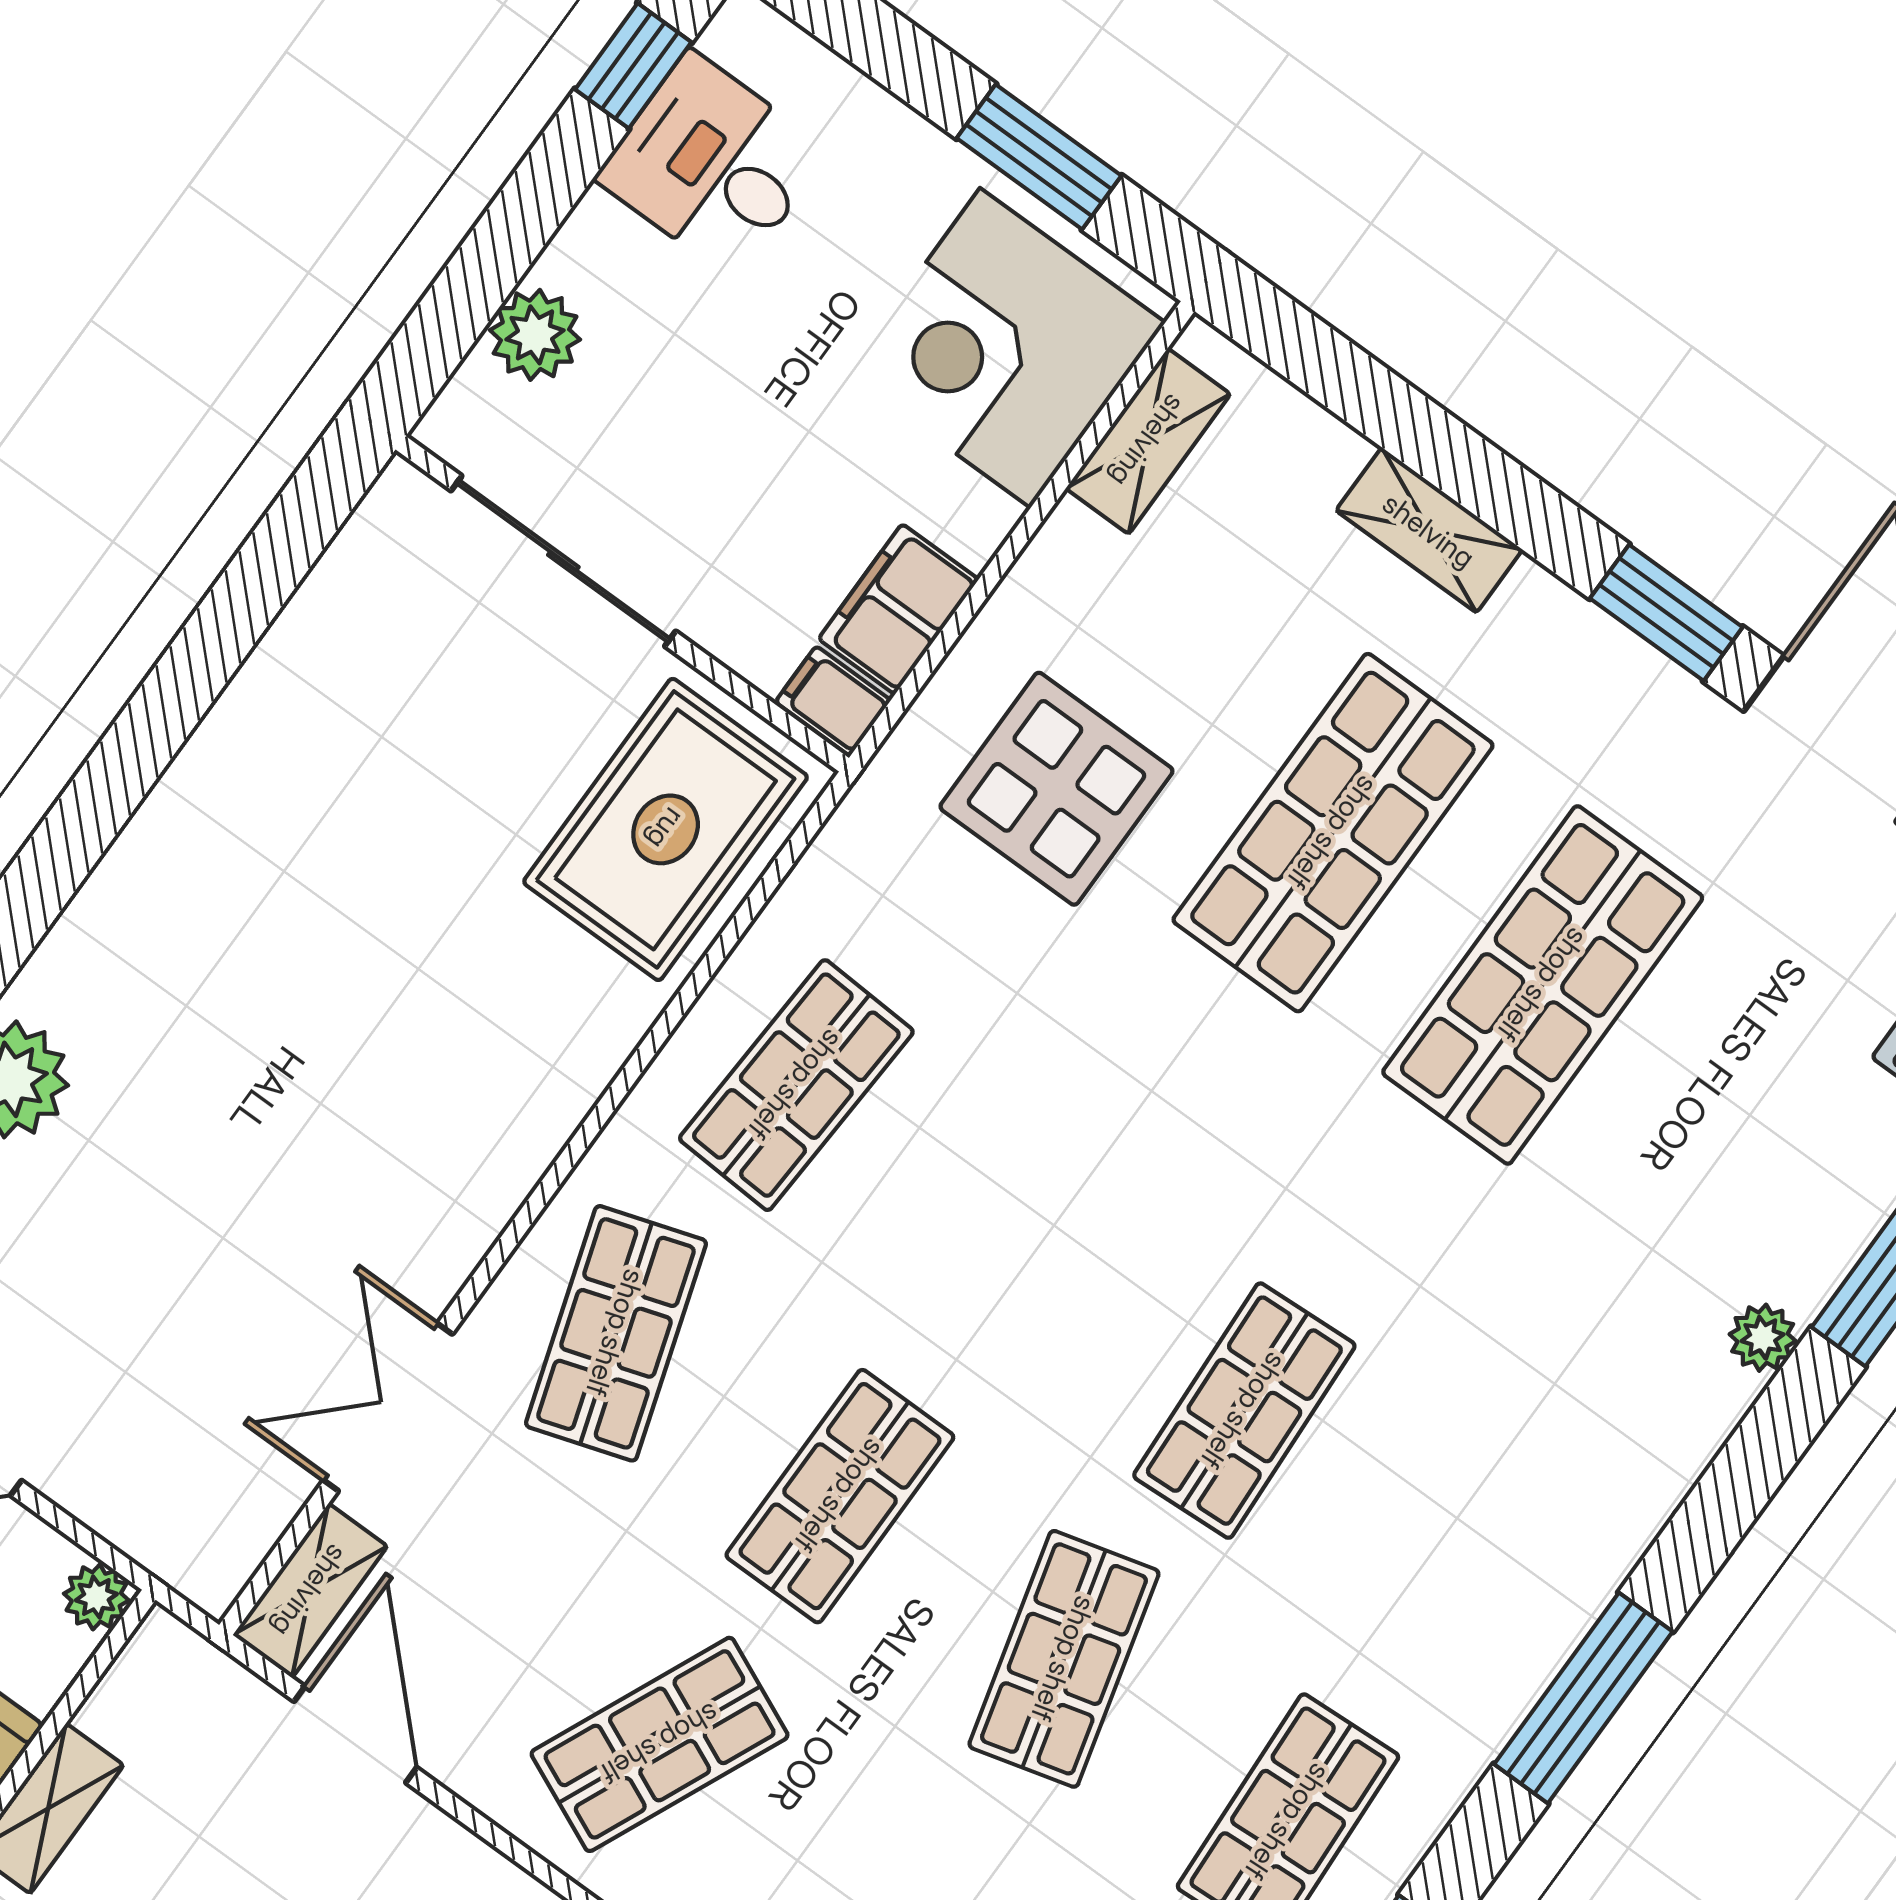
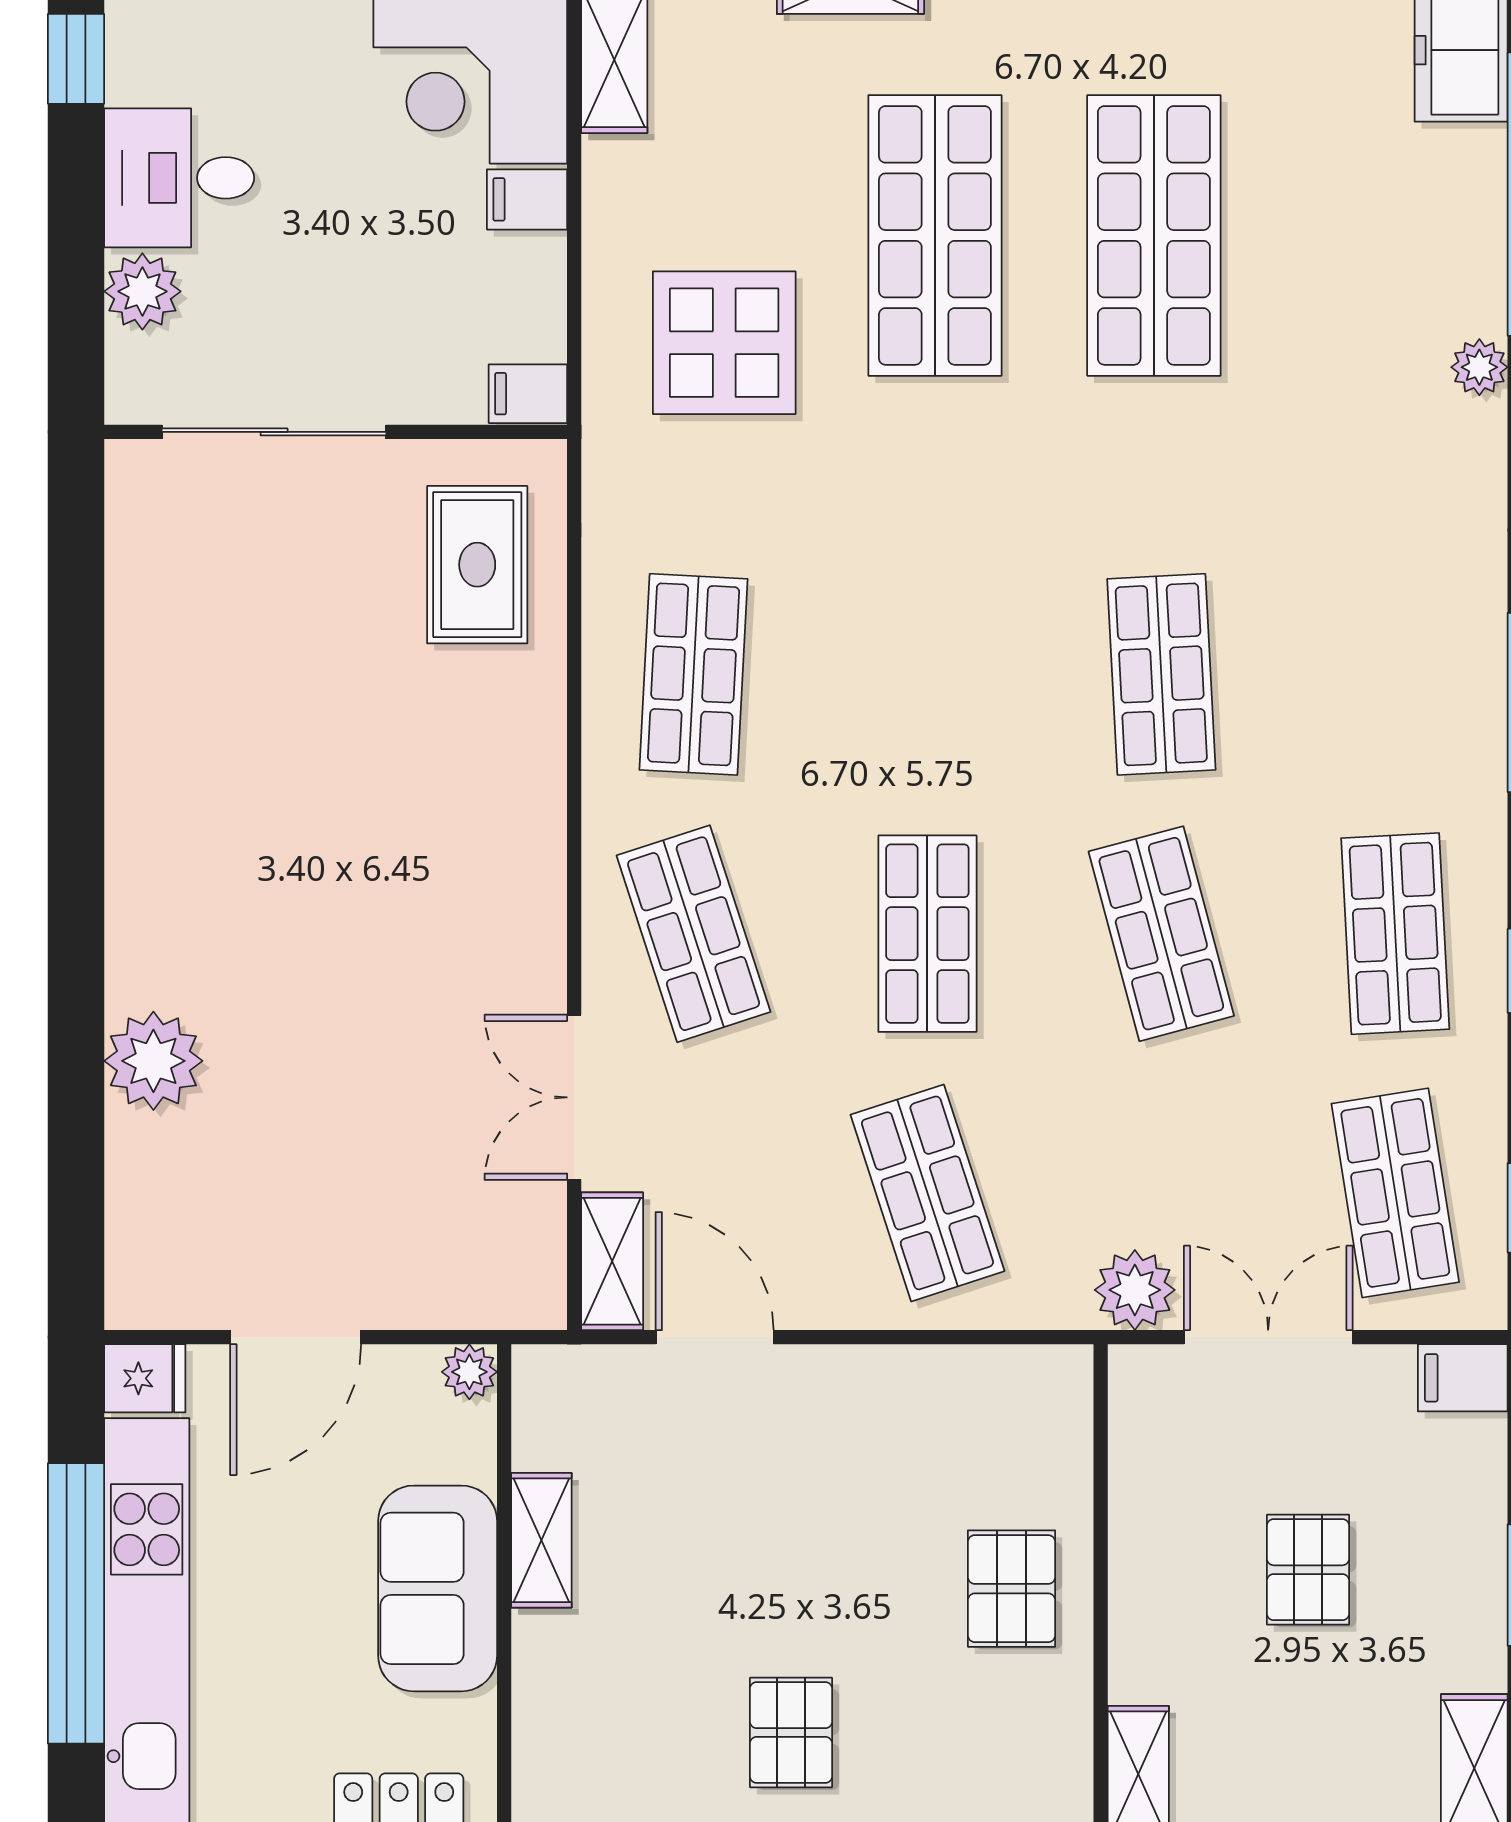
desk: (712, 165) -> (179, 178), moved
filing cabinet: (899, 609) -> (527, 199), moved, width x0.50
rug: (666, 829) -> (477, 565), width x0.73, depth x0.70
shop shelf: (660, 1744) -> (927, 1193), turned -42

